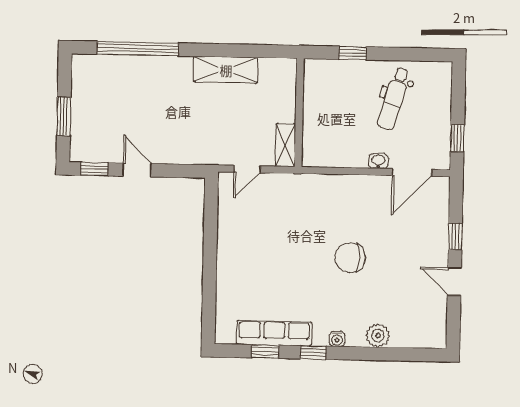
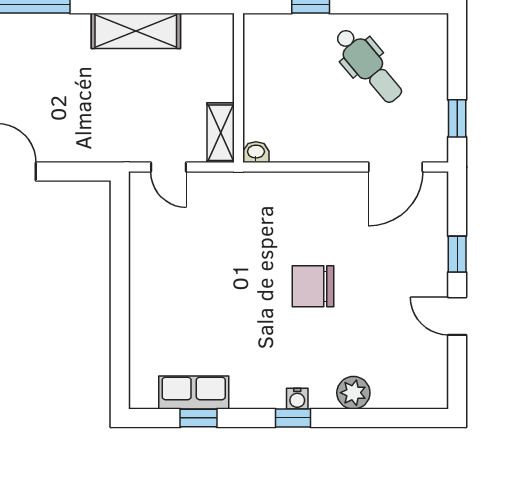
dental chair: (394, 98) -> (368, 65), turned -56
washbasin: (378, 161) -> (256, 152), moved
door: (247, 169) -> (168, 167), hinge flipped
row of seats: (274, 333) -> (194, 392), width x0.68
window: (313, 353) -> (293, 418), moved

